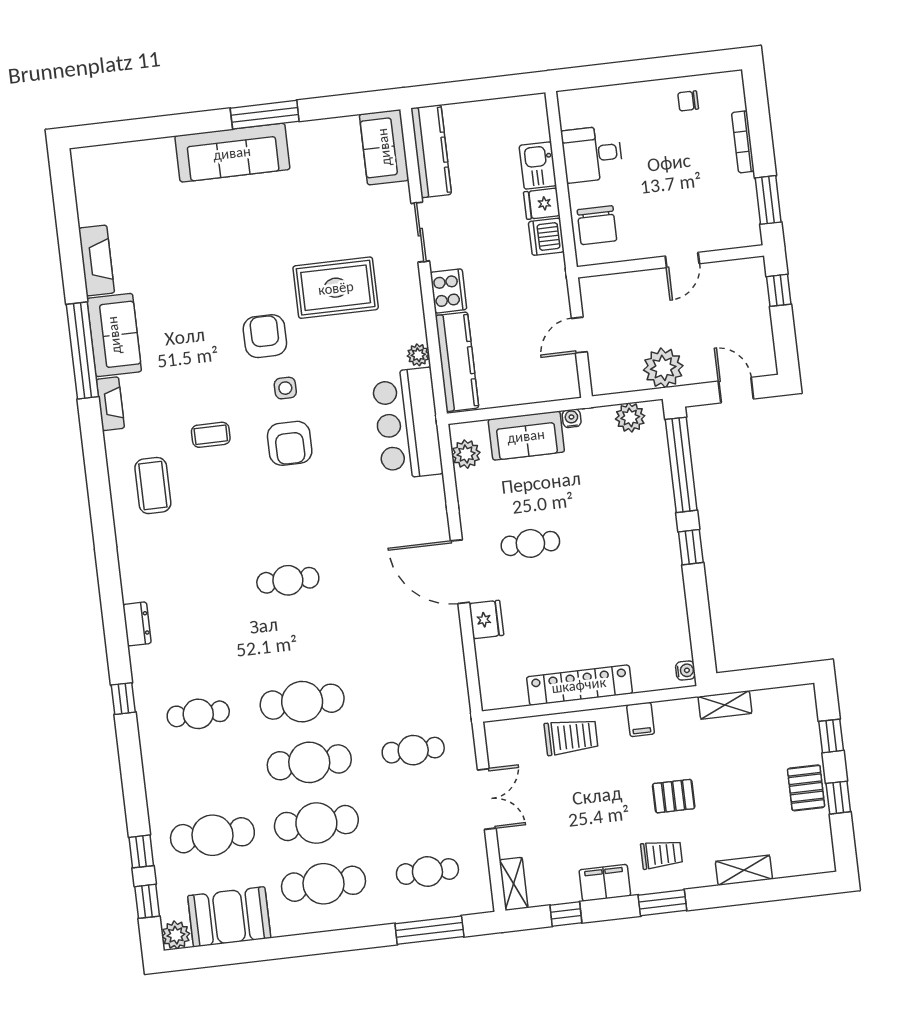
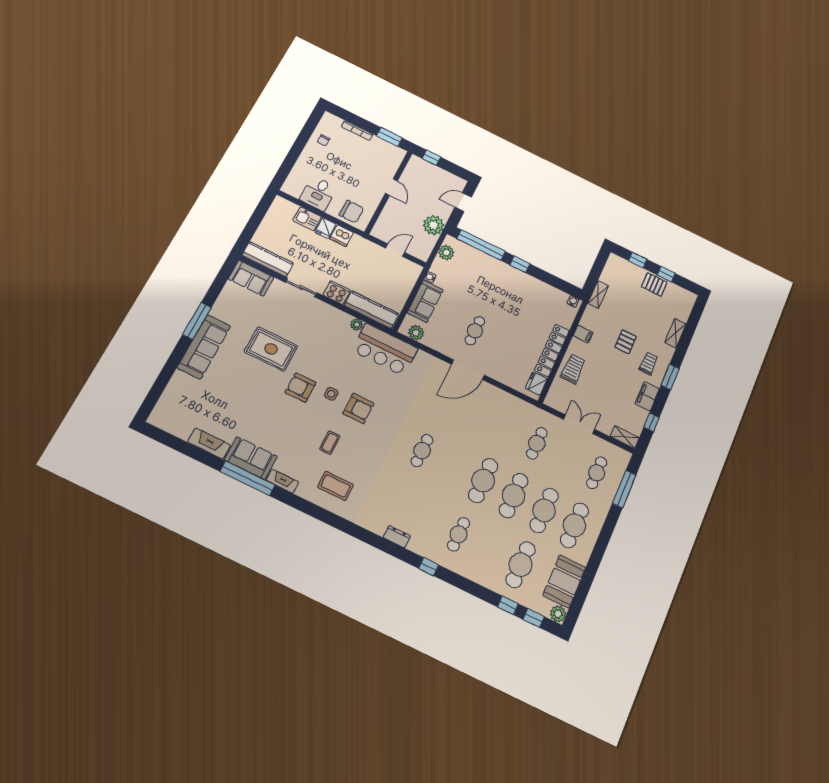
rug: (336, 288) -> (271, 349), moved, turned 90
door: (579, 335) -> (395, 250), swing flipped
fridge: (486, 619) -> (536, 384), moved, turned -90

